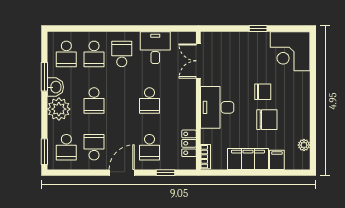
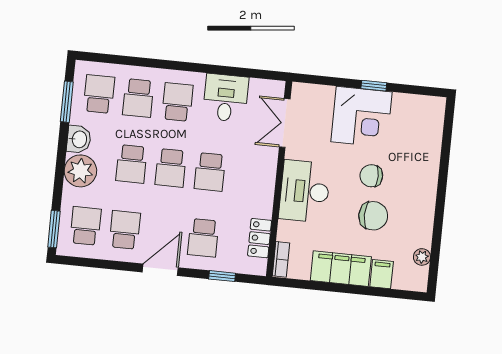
corner desk: (290, 51) -> (361, 117), moved, turned -90
school desk: (66, 54) -> (99, 94), turned 180
window: (44, 77) -> (67, 102), moved
chair: (263, 92) -> (371, 176), turned 180
school desk: (122, 101) -> (171, 168), added
school desk: (66, 147) -> (86, 226), turned 180

